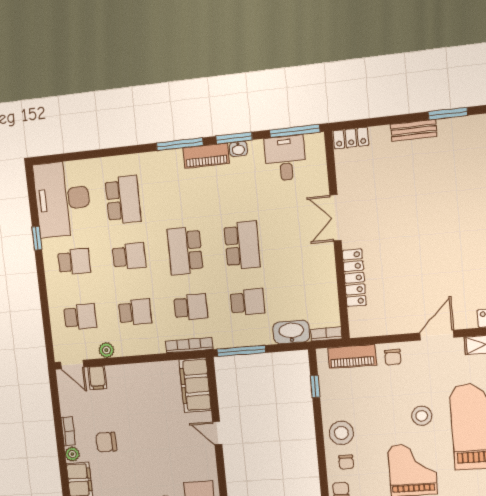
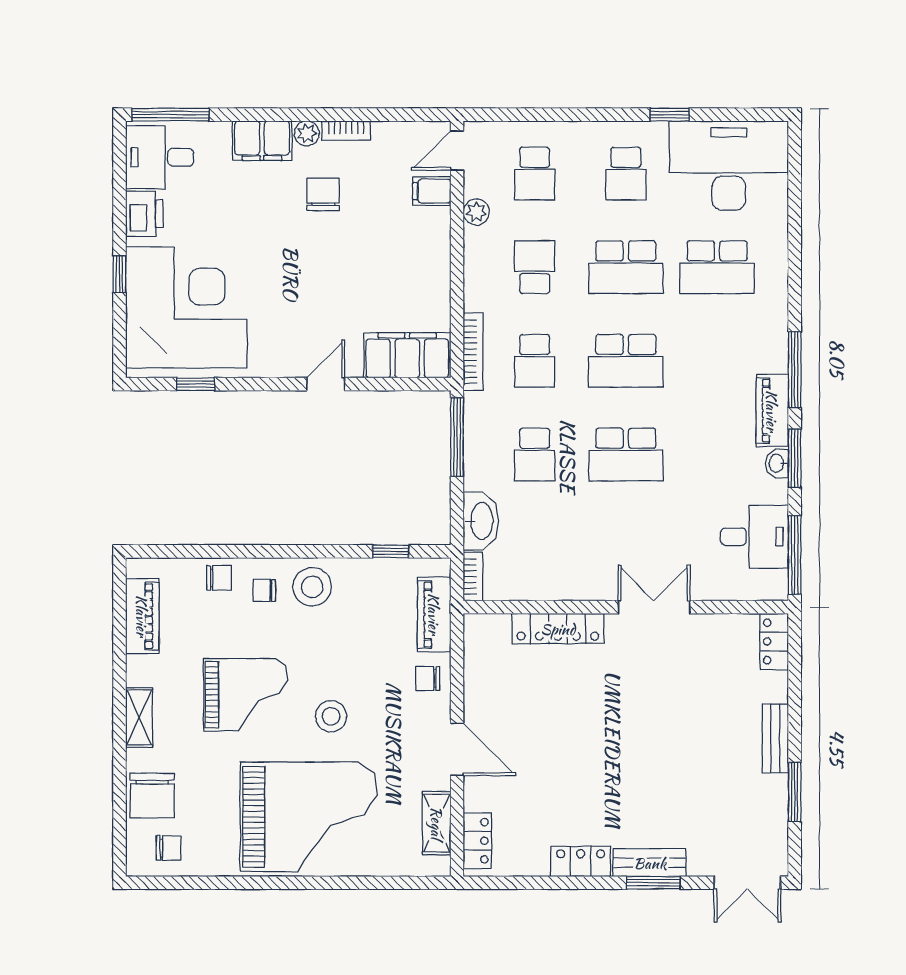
school desk: (185, 251) -> (626, 361), turned 180
school desk: (129, 256) -> (626, 267), width x1.85
school desk: (135, 312) -> (535, 267), turned 180

